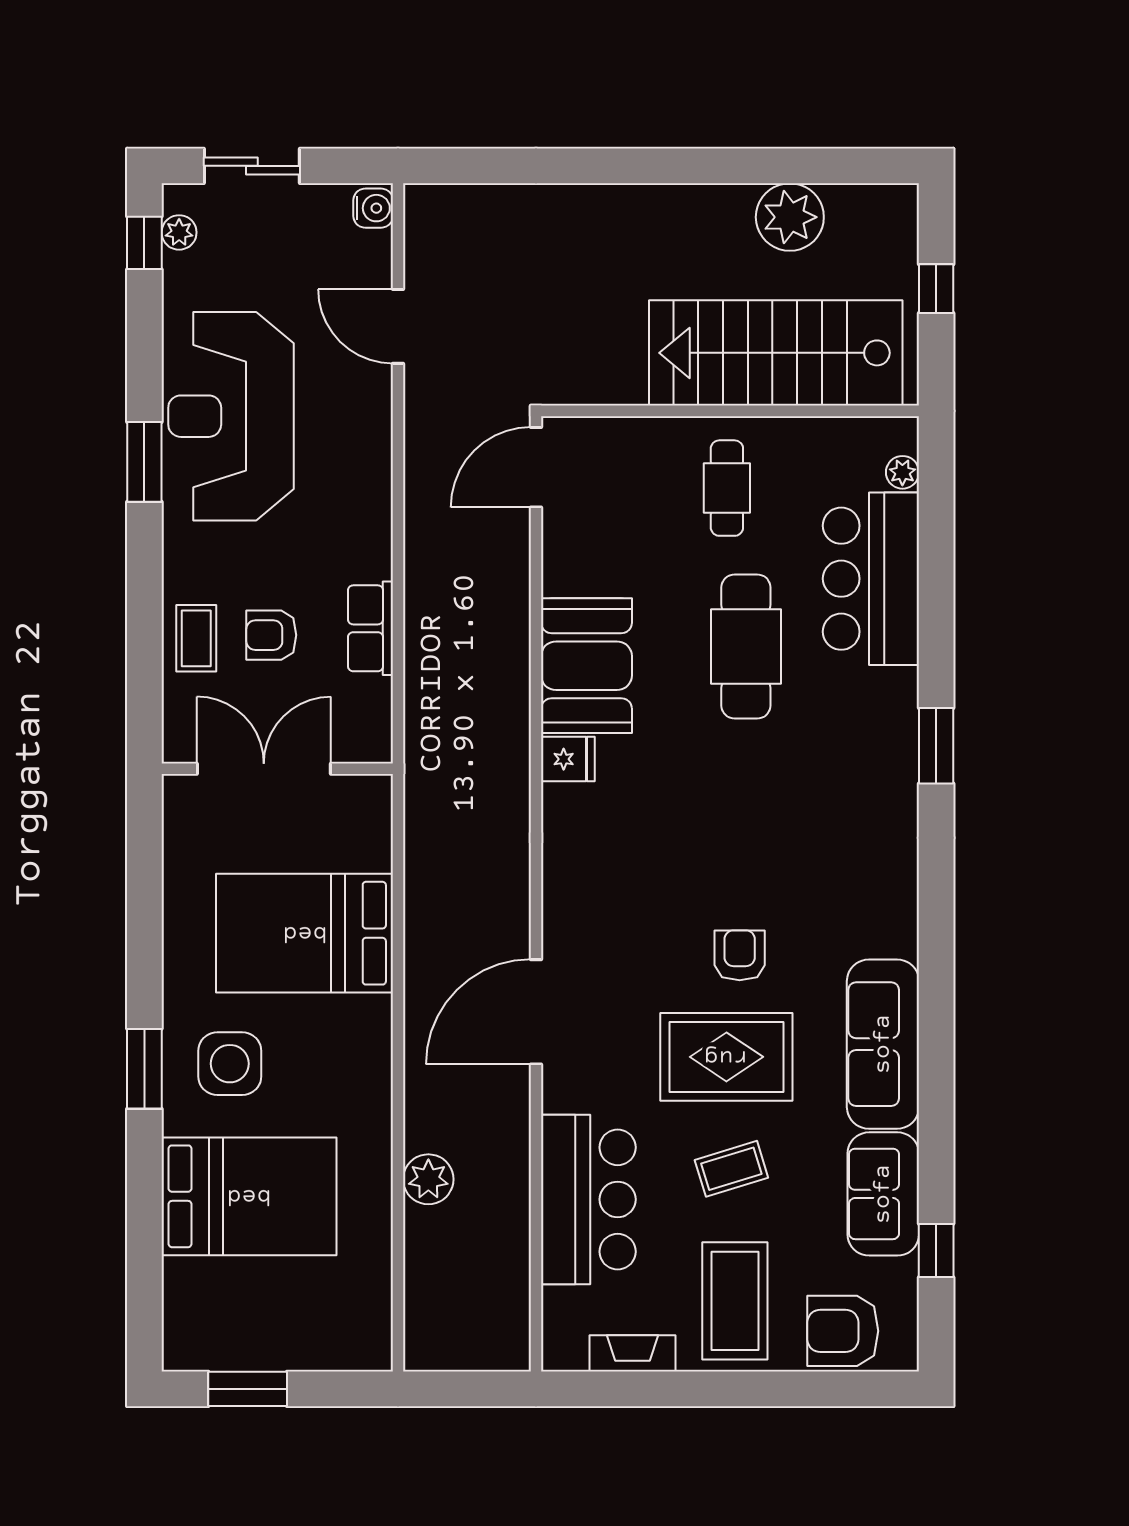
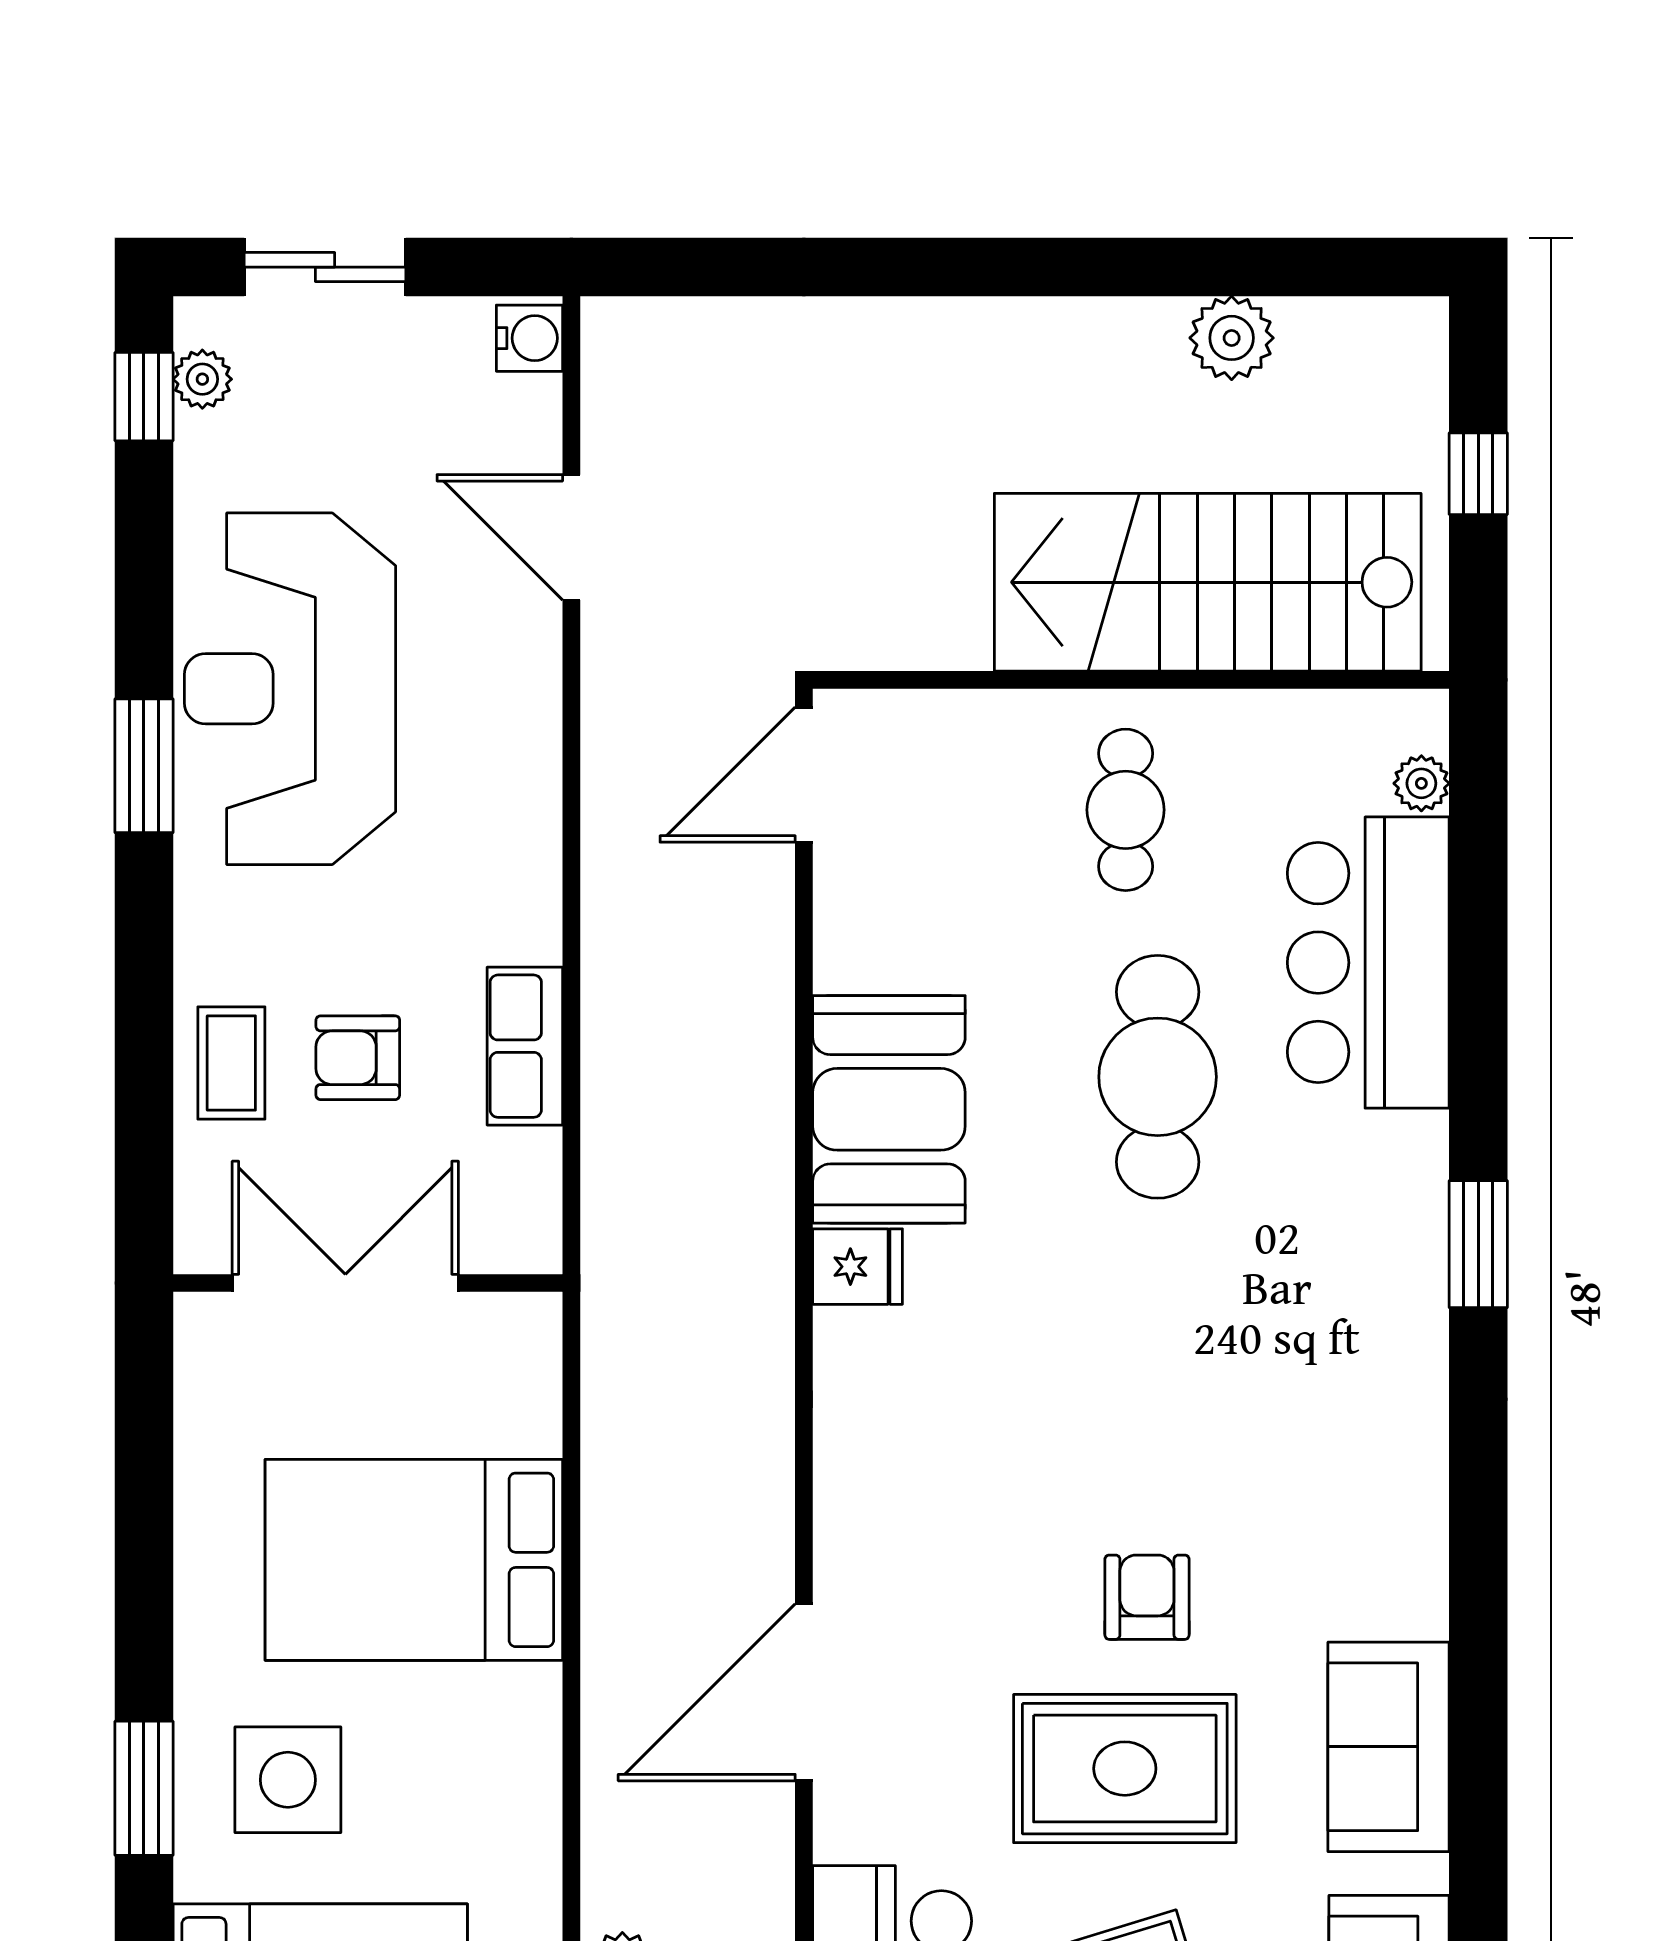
plant: (790, 217) -> (1232, 338), width x0.73, depth x0.73
sofa: (883, 1044) -> (1389, 1747), width x0.73

